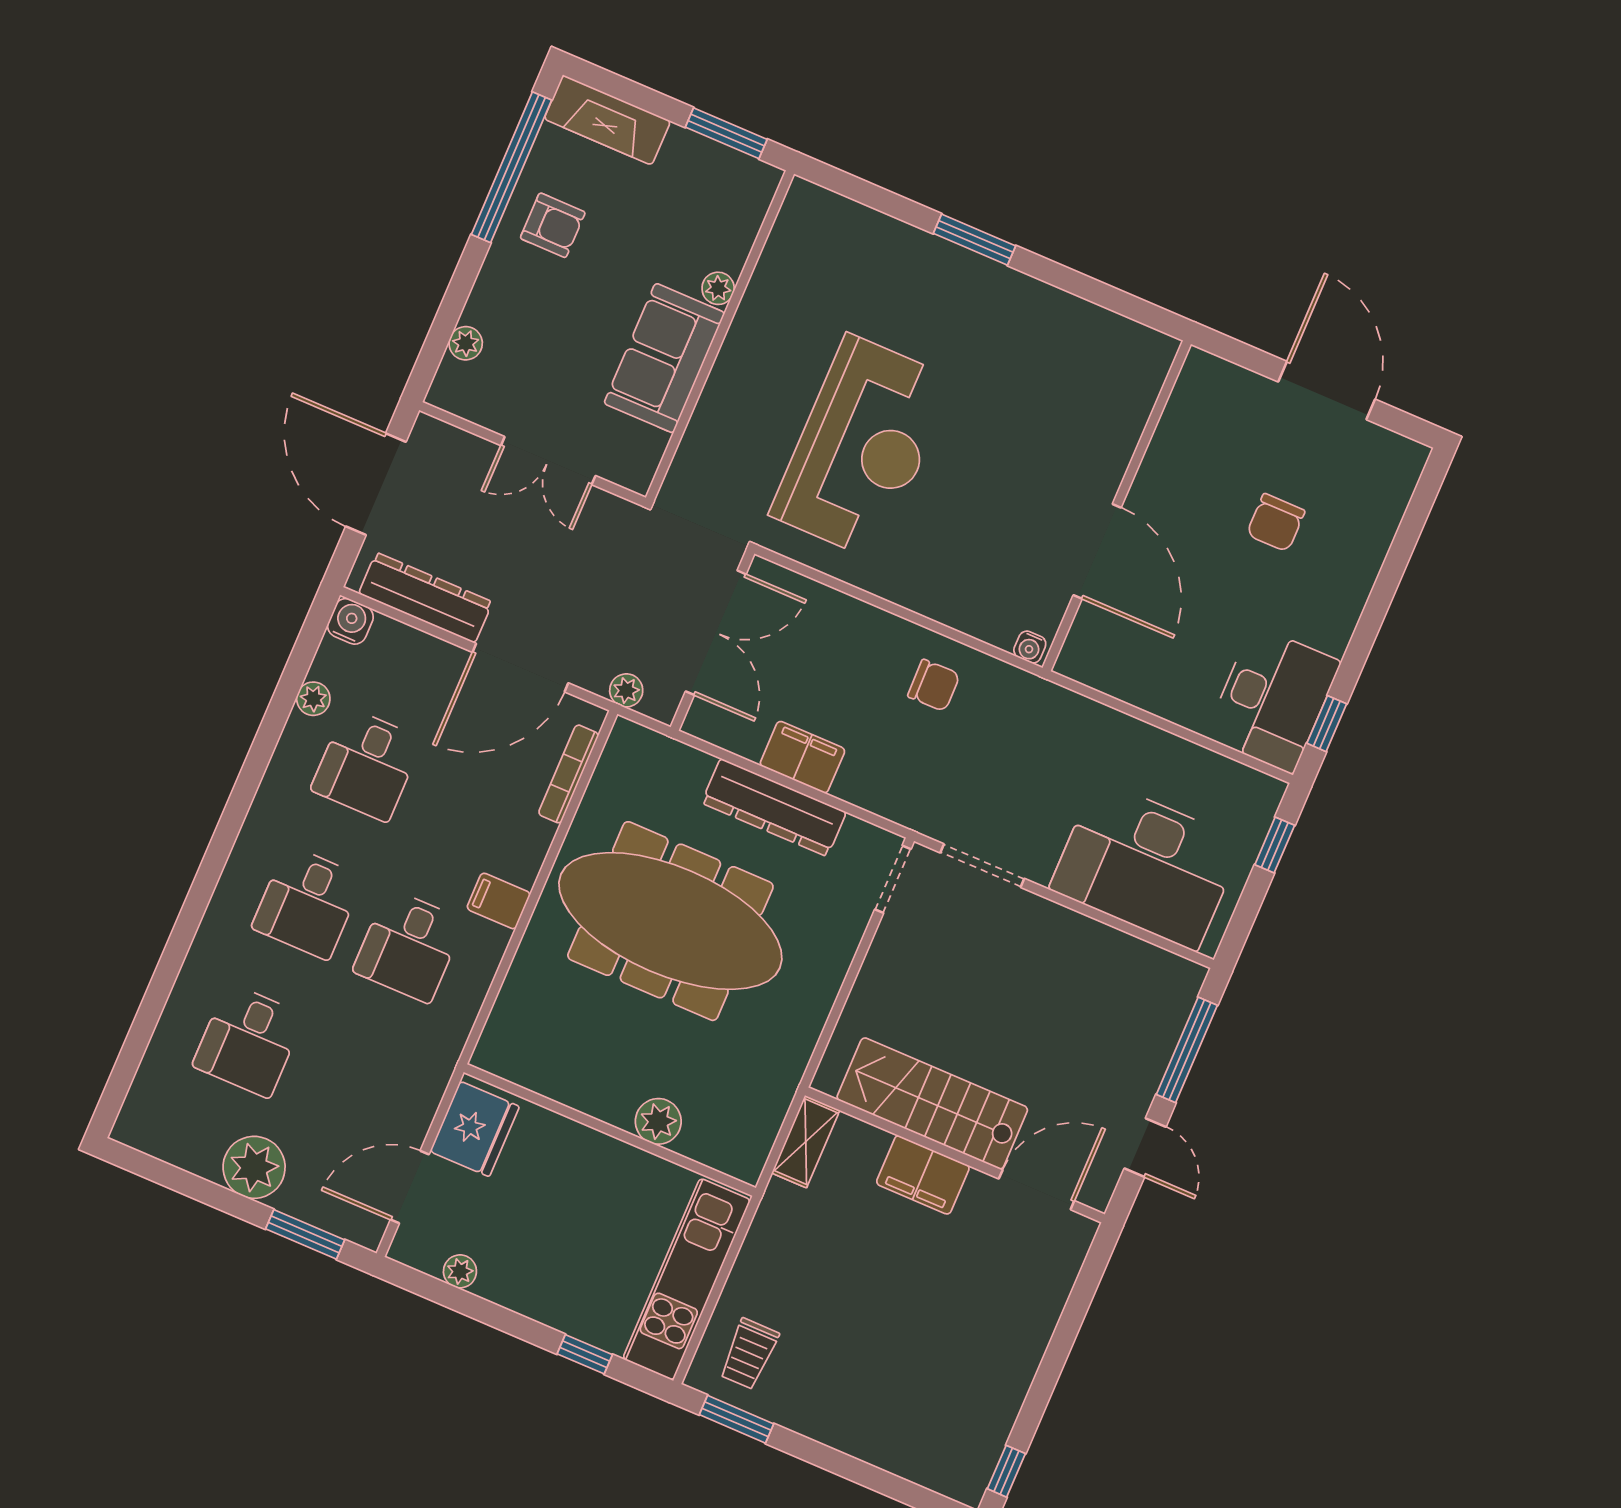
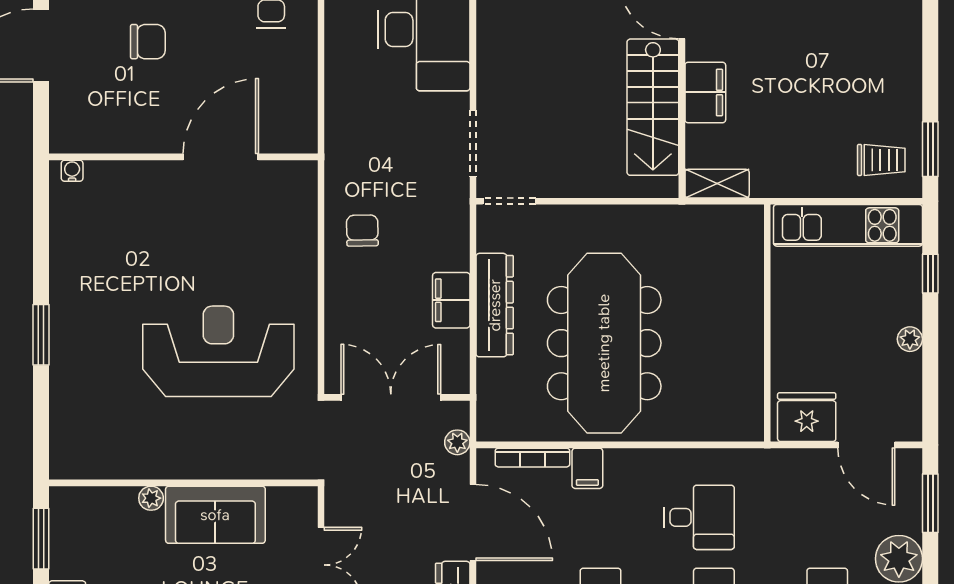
water cooler: (1030, 647) -> (72, 171), moved, turned -90
filing cabinet: (499, 901) -> (587, 468), moved
plant: (658, 1121) -> (747, 292), removed
plant: (460, 1271) -> (910, 339), moved

